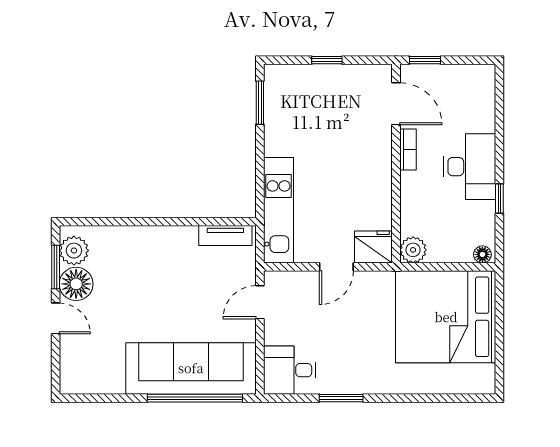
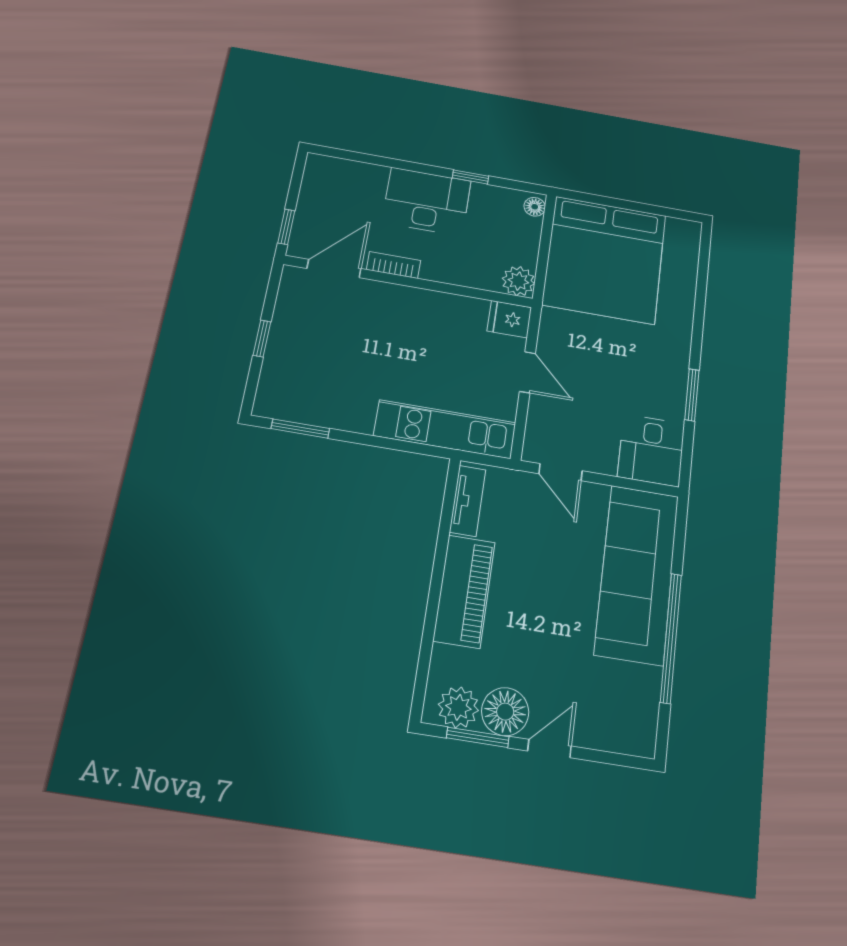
piano: (157, 243) -> (464, 591), added
fridge: (373, 247) -> (509, 319), width x0.72
window: (195, 398) -> (671, 638), moved

